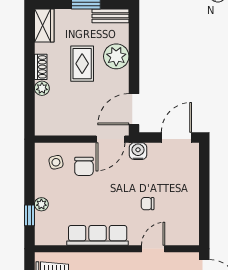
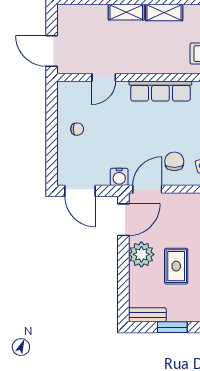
plant: (116, 56) -> (141, 254), moved
door: (176, 137) -> (80, 191), hinge flipped
chair: (148, 204) -> (77, 129), moved

